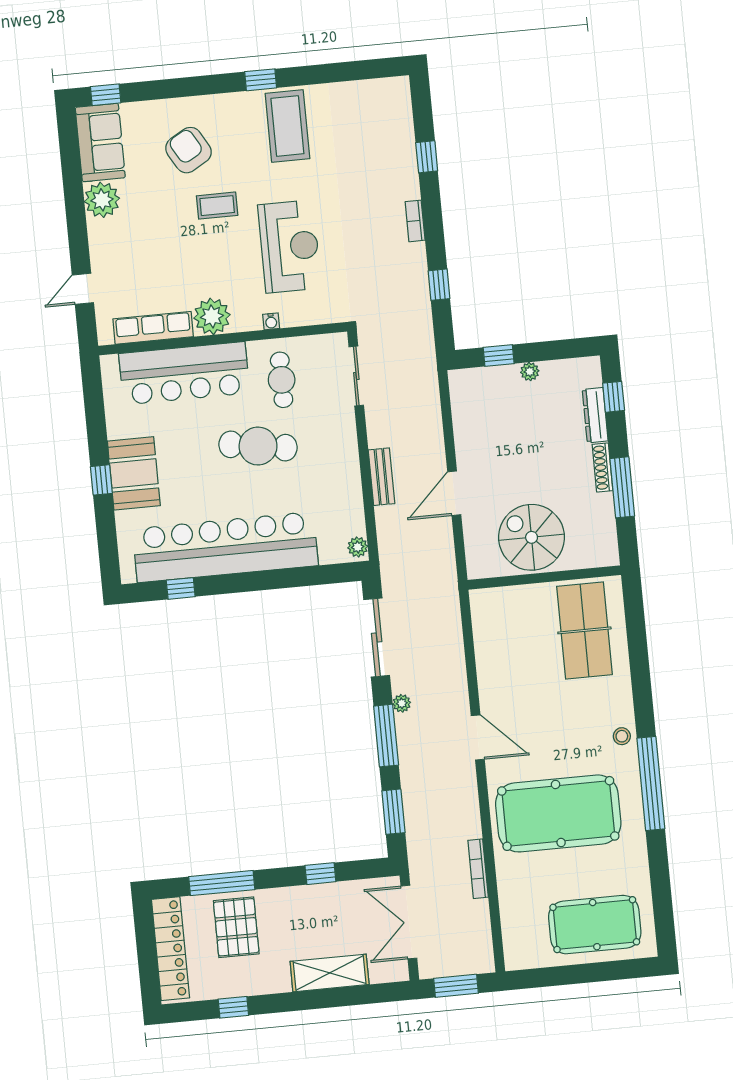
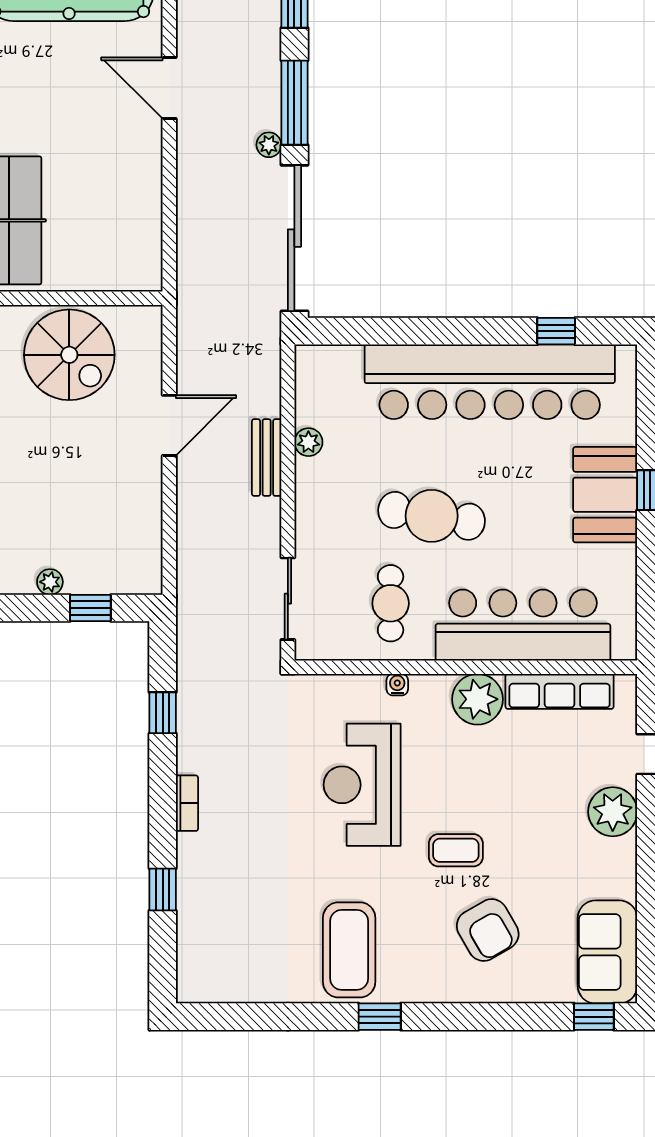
plant: (102, 200) -> (613, 812), moved
plant: (358, 547) -> (308, 442), moved
sliding door: (377, 638) -> (294, 238), width x1.36

